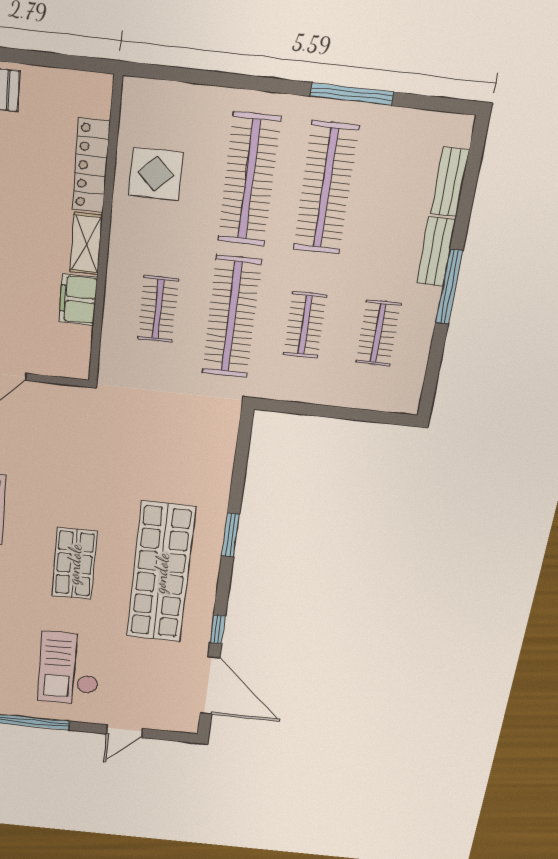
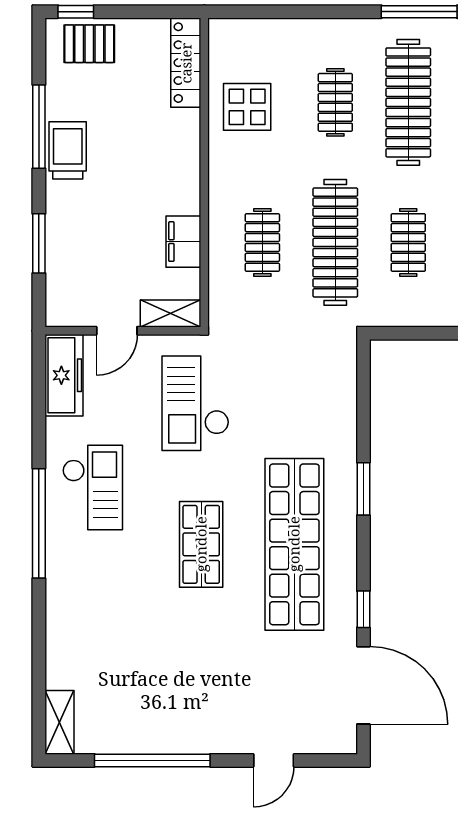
locker: (91, 166) -> (186, 63), moved
clothes rail: (249, 180) -> (335, 102), width x0.54, depth x0.76
shelving: (86, 244) -> (170, 313), moved, turned 90
checkout: (70, 668) -> (195, 403), moved

